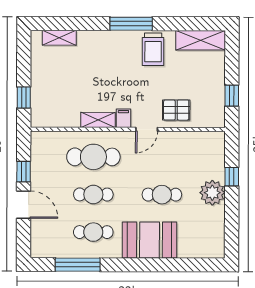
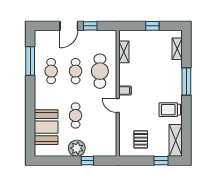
window: (131, 24) -> (186, 81), moved
window: (232, 96) -> (161, 161), moved
window: (24, 97) -> (152, 26), moved
pallet: (176, 110) -> (141, 139), moved
shelving: (98, 120) -> (124, 52), moved
booth: (150, 240) -> (46, 127), moved

